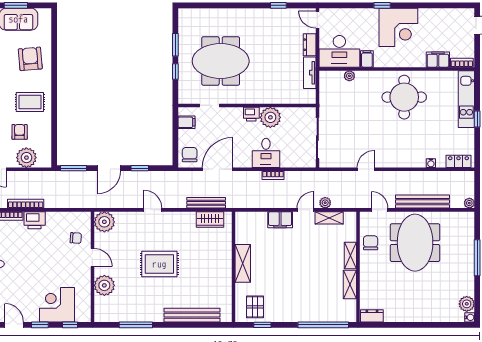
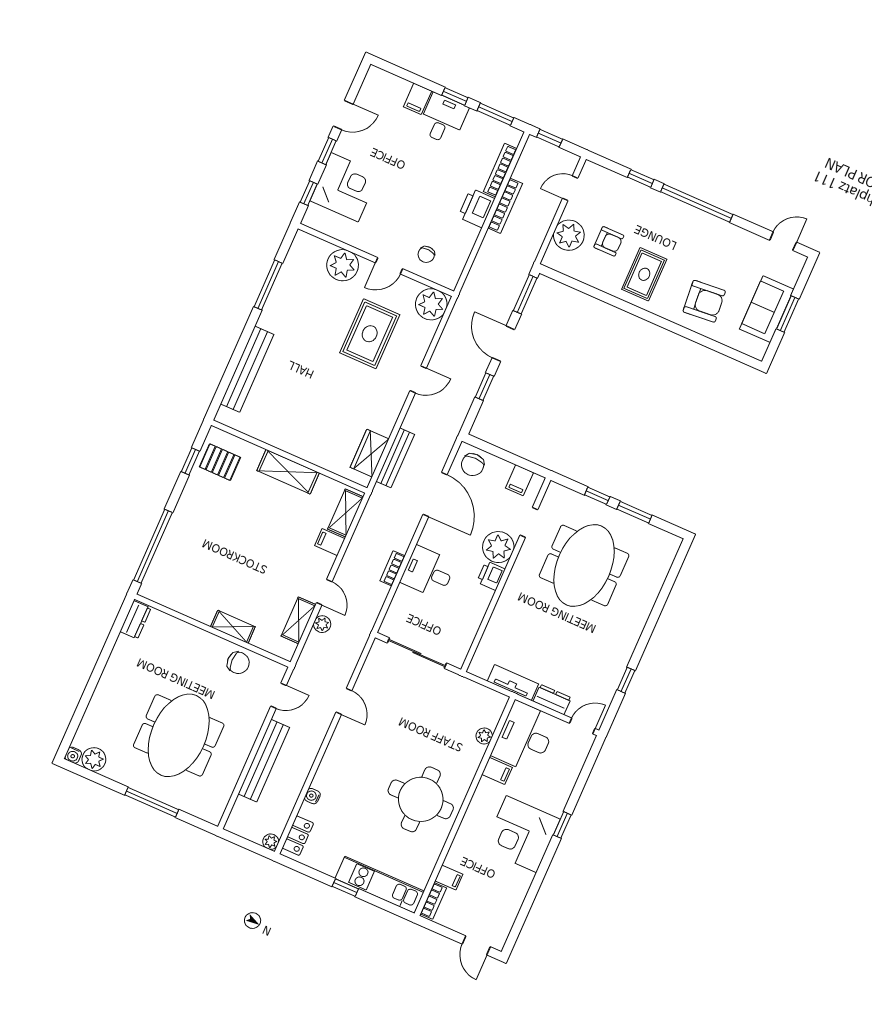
filing cabinet: (438, 60) -> (449, 878), width x0.50
plant: (270, 117) -> (498, 547), moved
chair: (190, 155) -> (473, 465), turned 90
plant: (469, 203) -> (271, 842), moved
filing cabinet: (280, 220) -> (330, 542), width x0.50
meeting table: (415, 243) -> (179, 735), moved, turned 90
rug: (159, 264) -> (370, 334), moved
shelving: (350, 285) -> (346, 513), moved, turned 90

